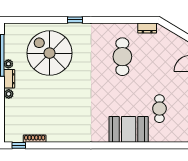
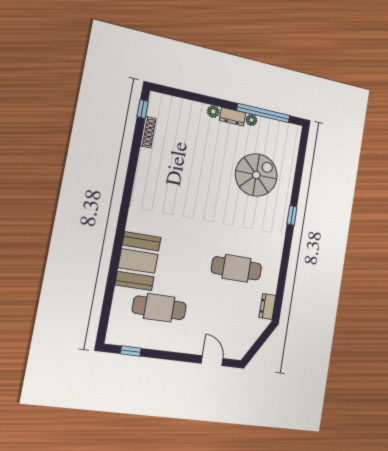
spiral stairs: (50, 53) -> (256, 175), width x0.73, depth x0.73
cafe table: (159, 109) -> (159, 308), width x1.37, depth x1.35

